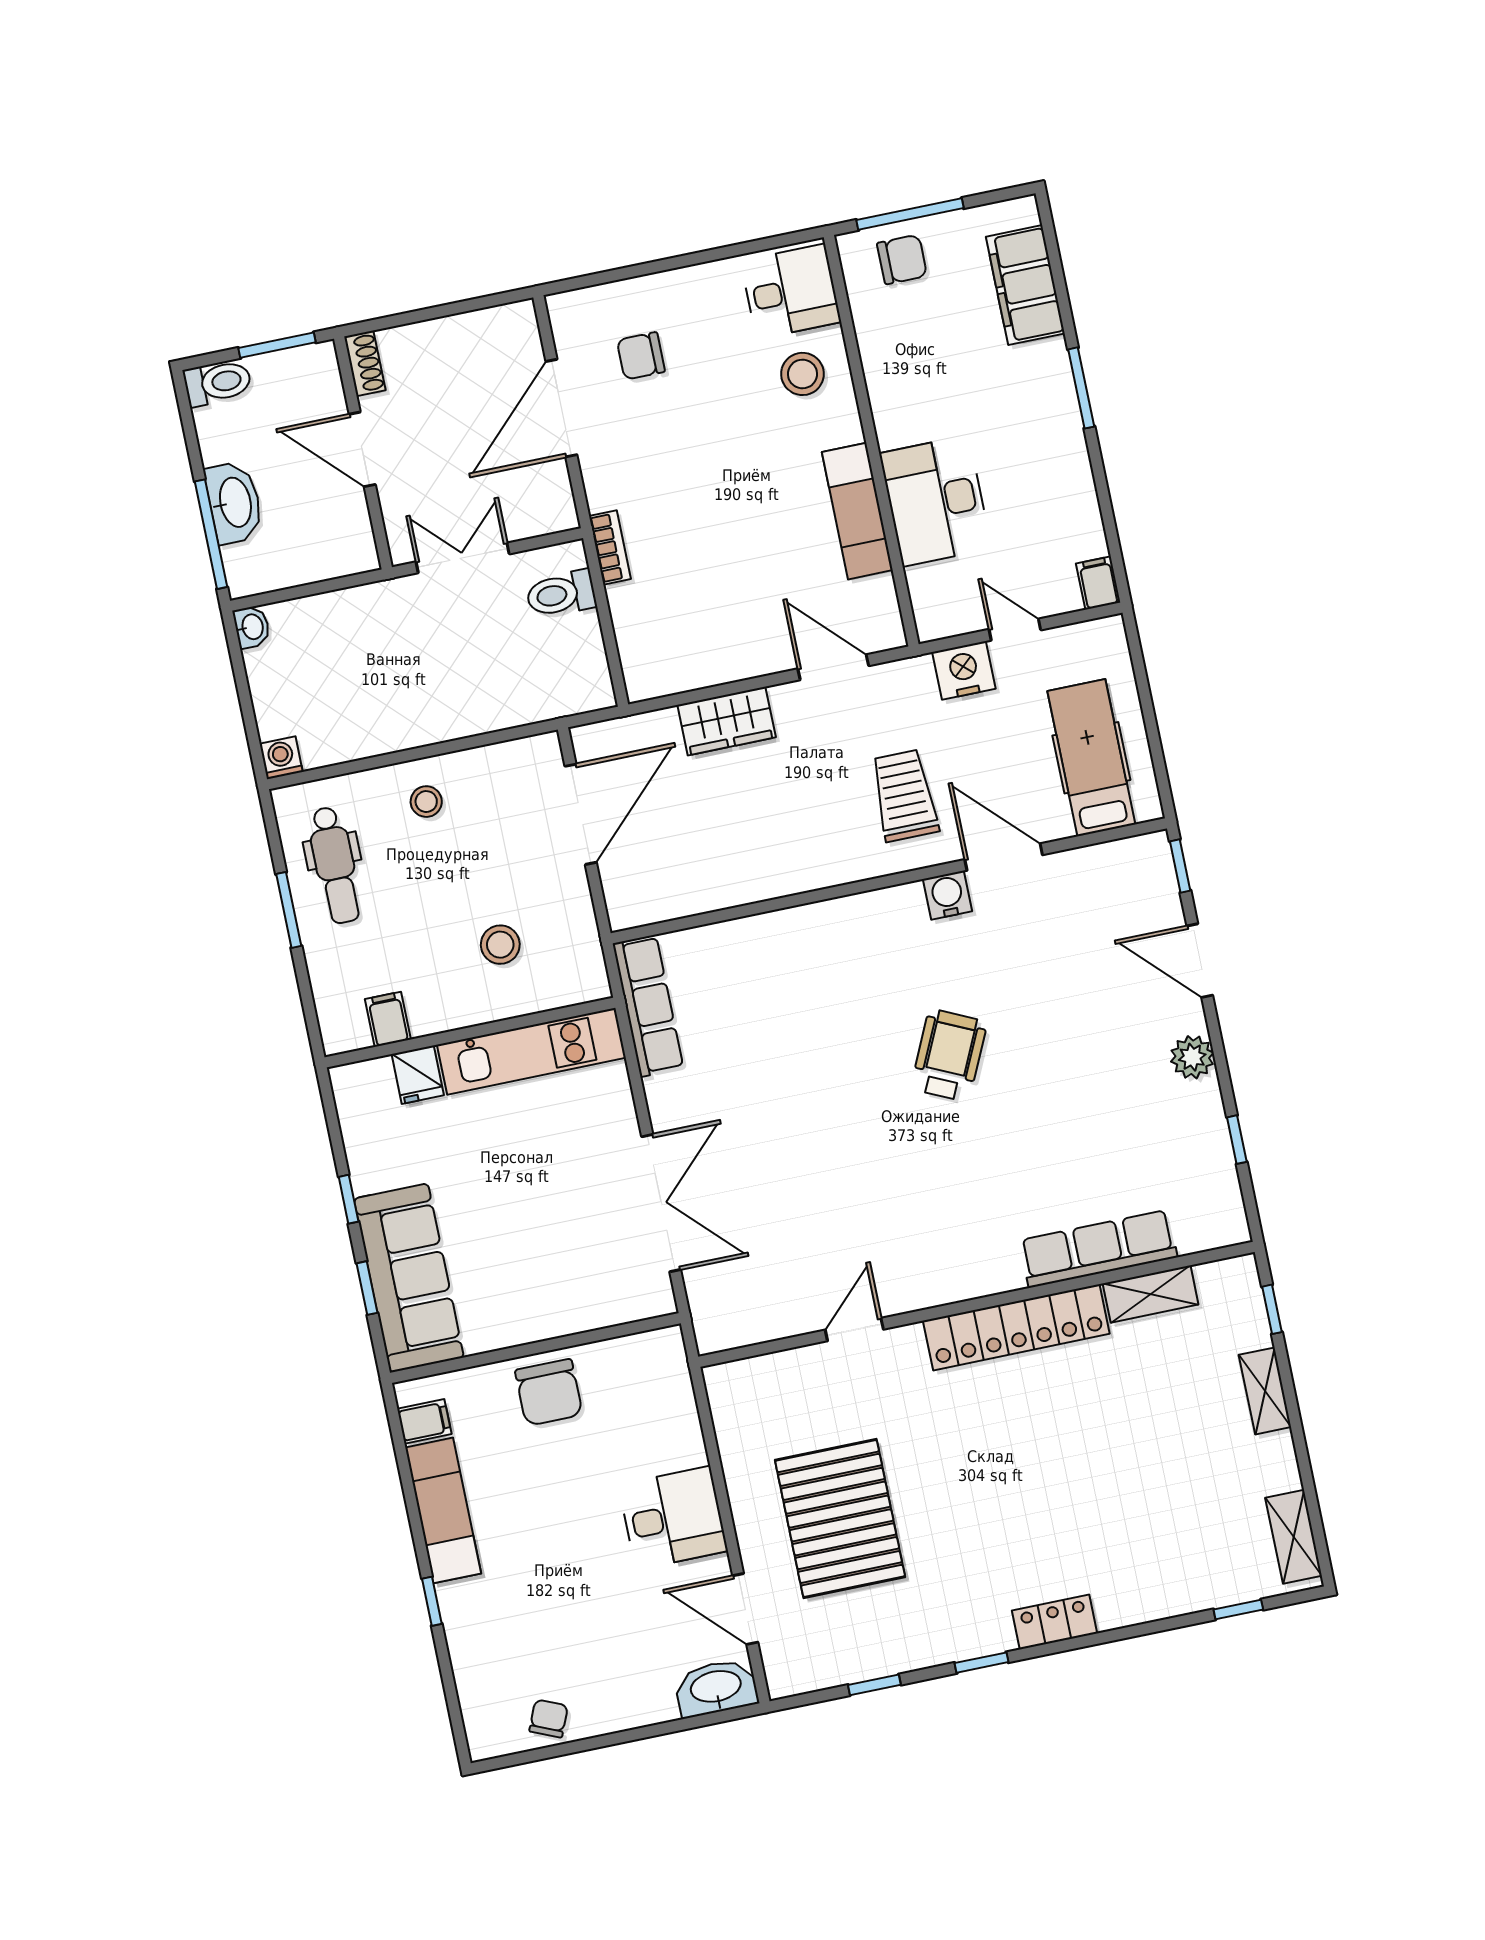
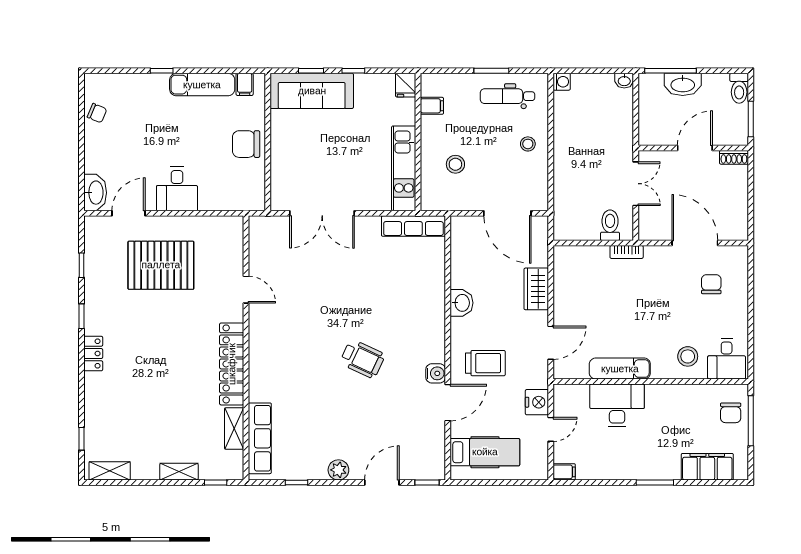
washbasin: (788, 872) -> (462, 303), added
fridge: (418, 1075) -> (406, 85), moved, turned -90
row of seats: (1098, 1249) -> (260, 438), moved

